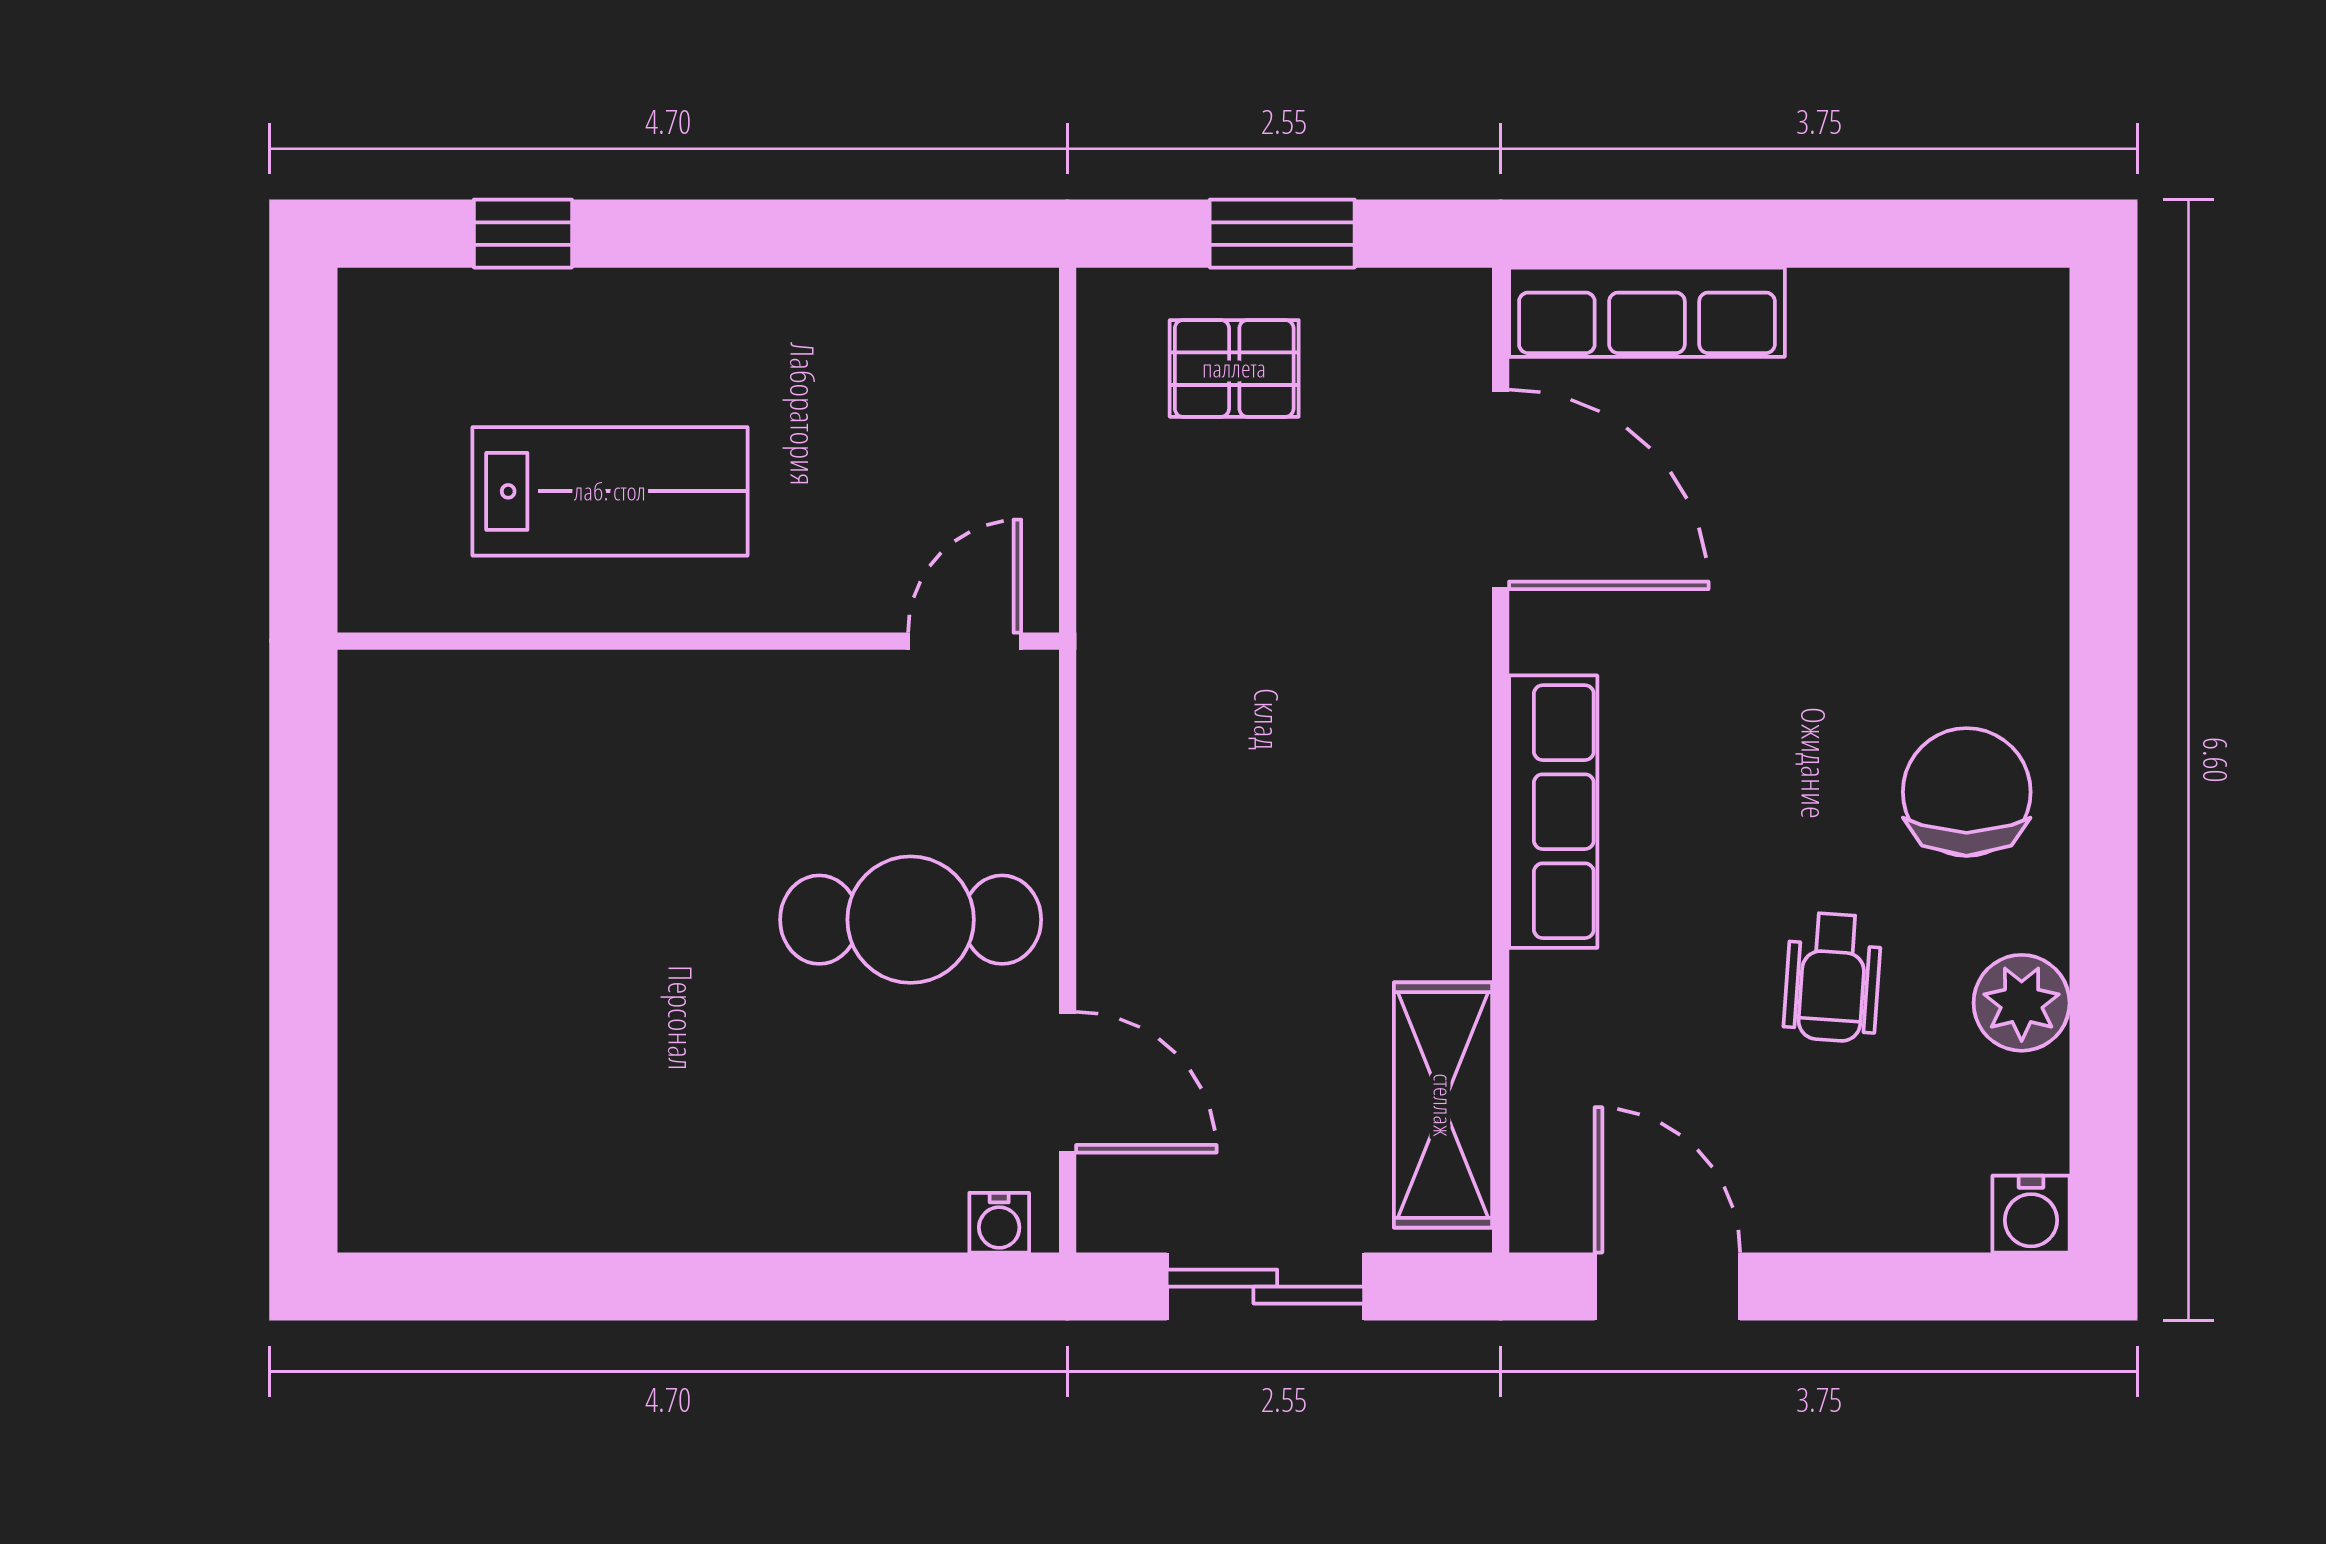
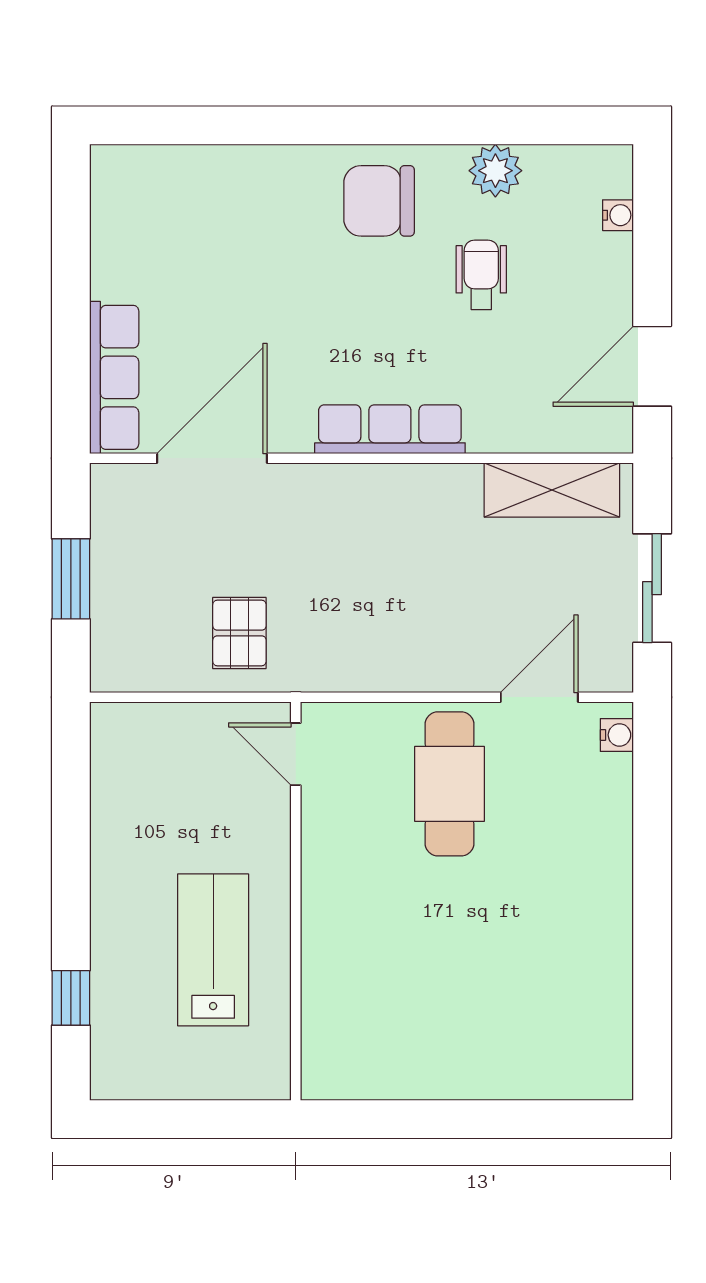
pallet: (1234, 368) -> (239, 633), moved
wheelchair: (1833, 977) -> (481, 275), turned -94
water cooler: (2031, 1214) -> (618, 215), moved, width x0.72, depth x0.72

